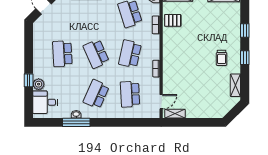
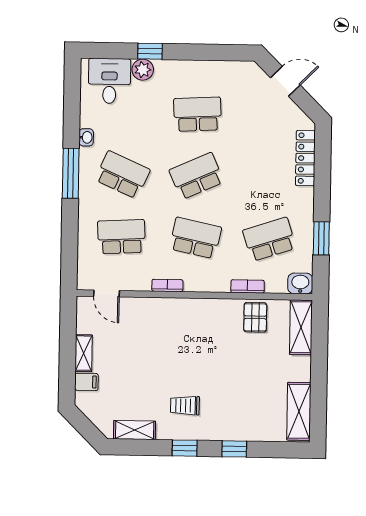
filing cabinet: (210, 112) -> (86, 382), added
shelving: (175, 114) -> (84, 353), moved
window: (76, 122) -> (71, 173), moved

